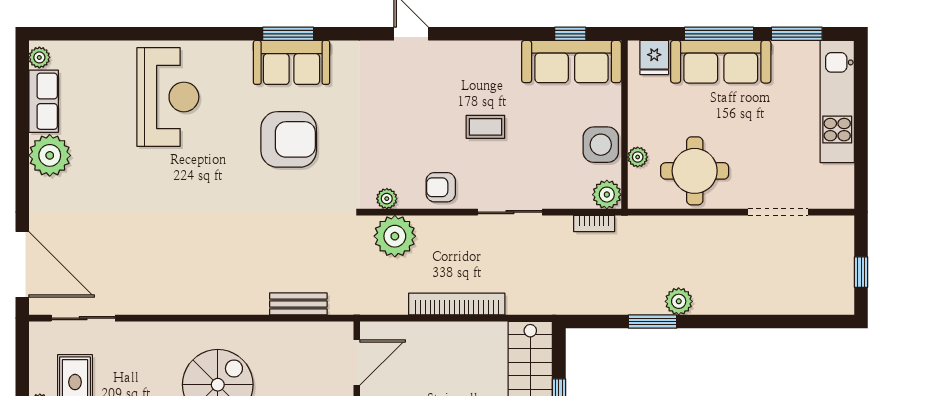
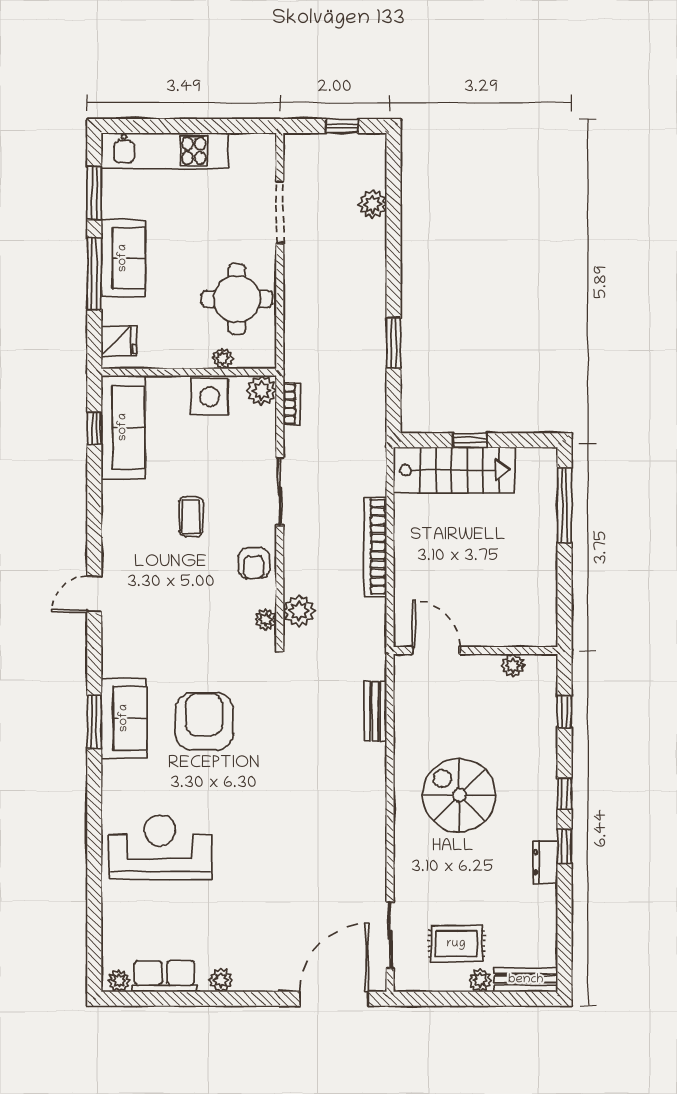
sofa: (721, 62) -> (123, 258), width x0.73
plant: (50, 155) -> (221, 980), width x0.53, depth x0.53
plant: (395, 236) -> (299, 611), width x0.73, depth x0.73
plant: (679, 301) -> (372, 204), moved

